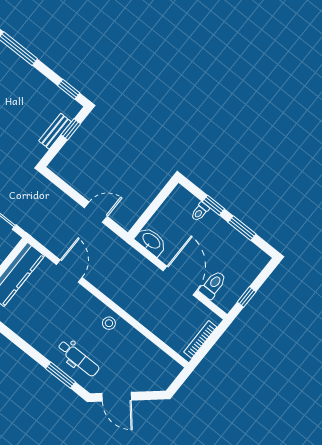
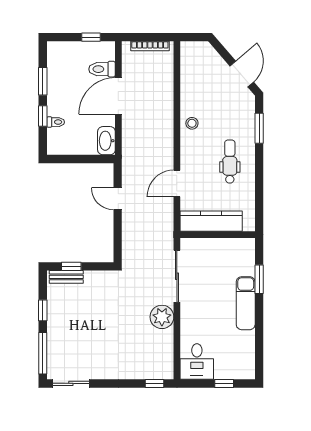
window: (69, 89) -> (43, 310), moved
bench: (55, 131) -> (66, 277), moved
dental chair: (78, 358) -> (230, 162), moved

